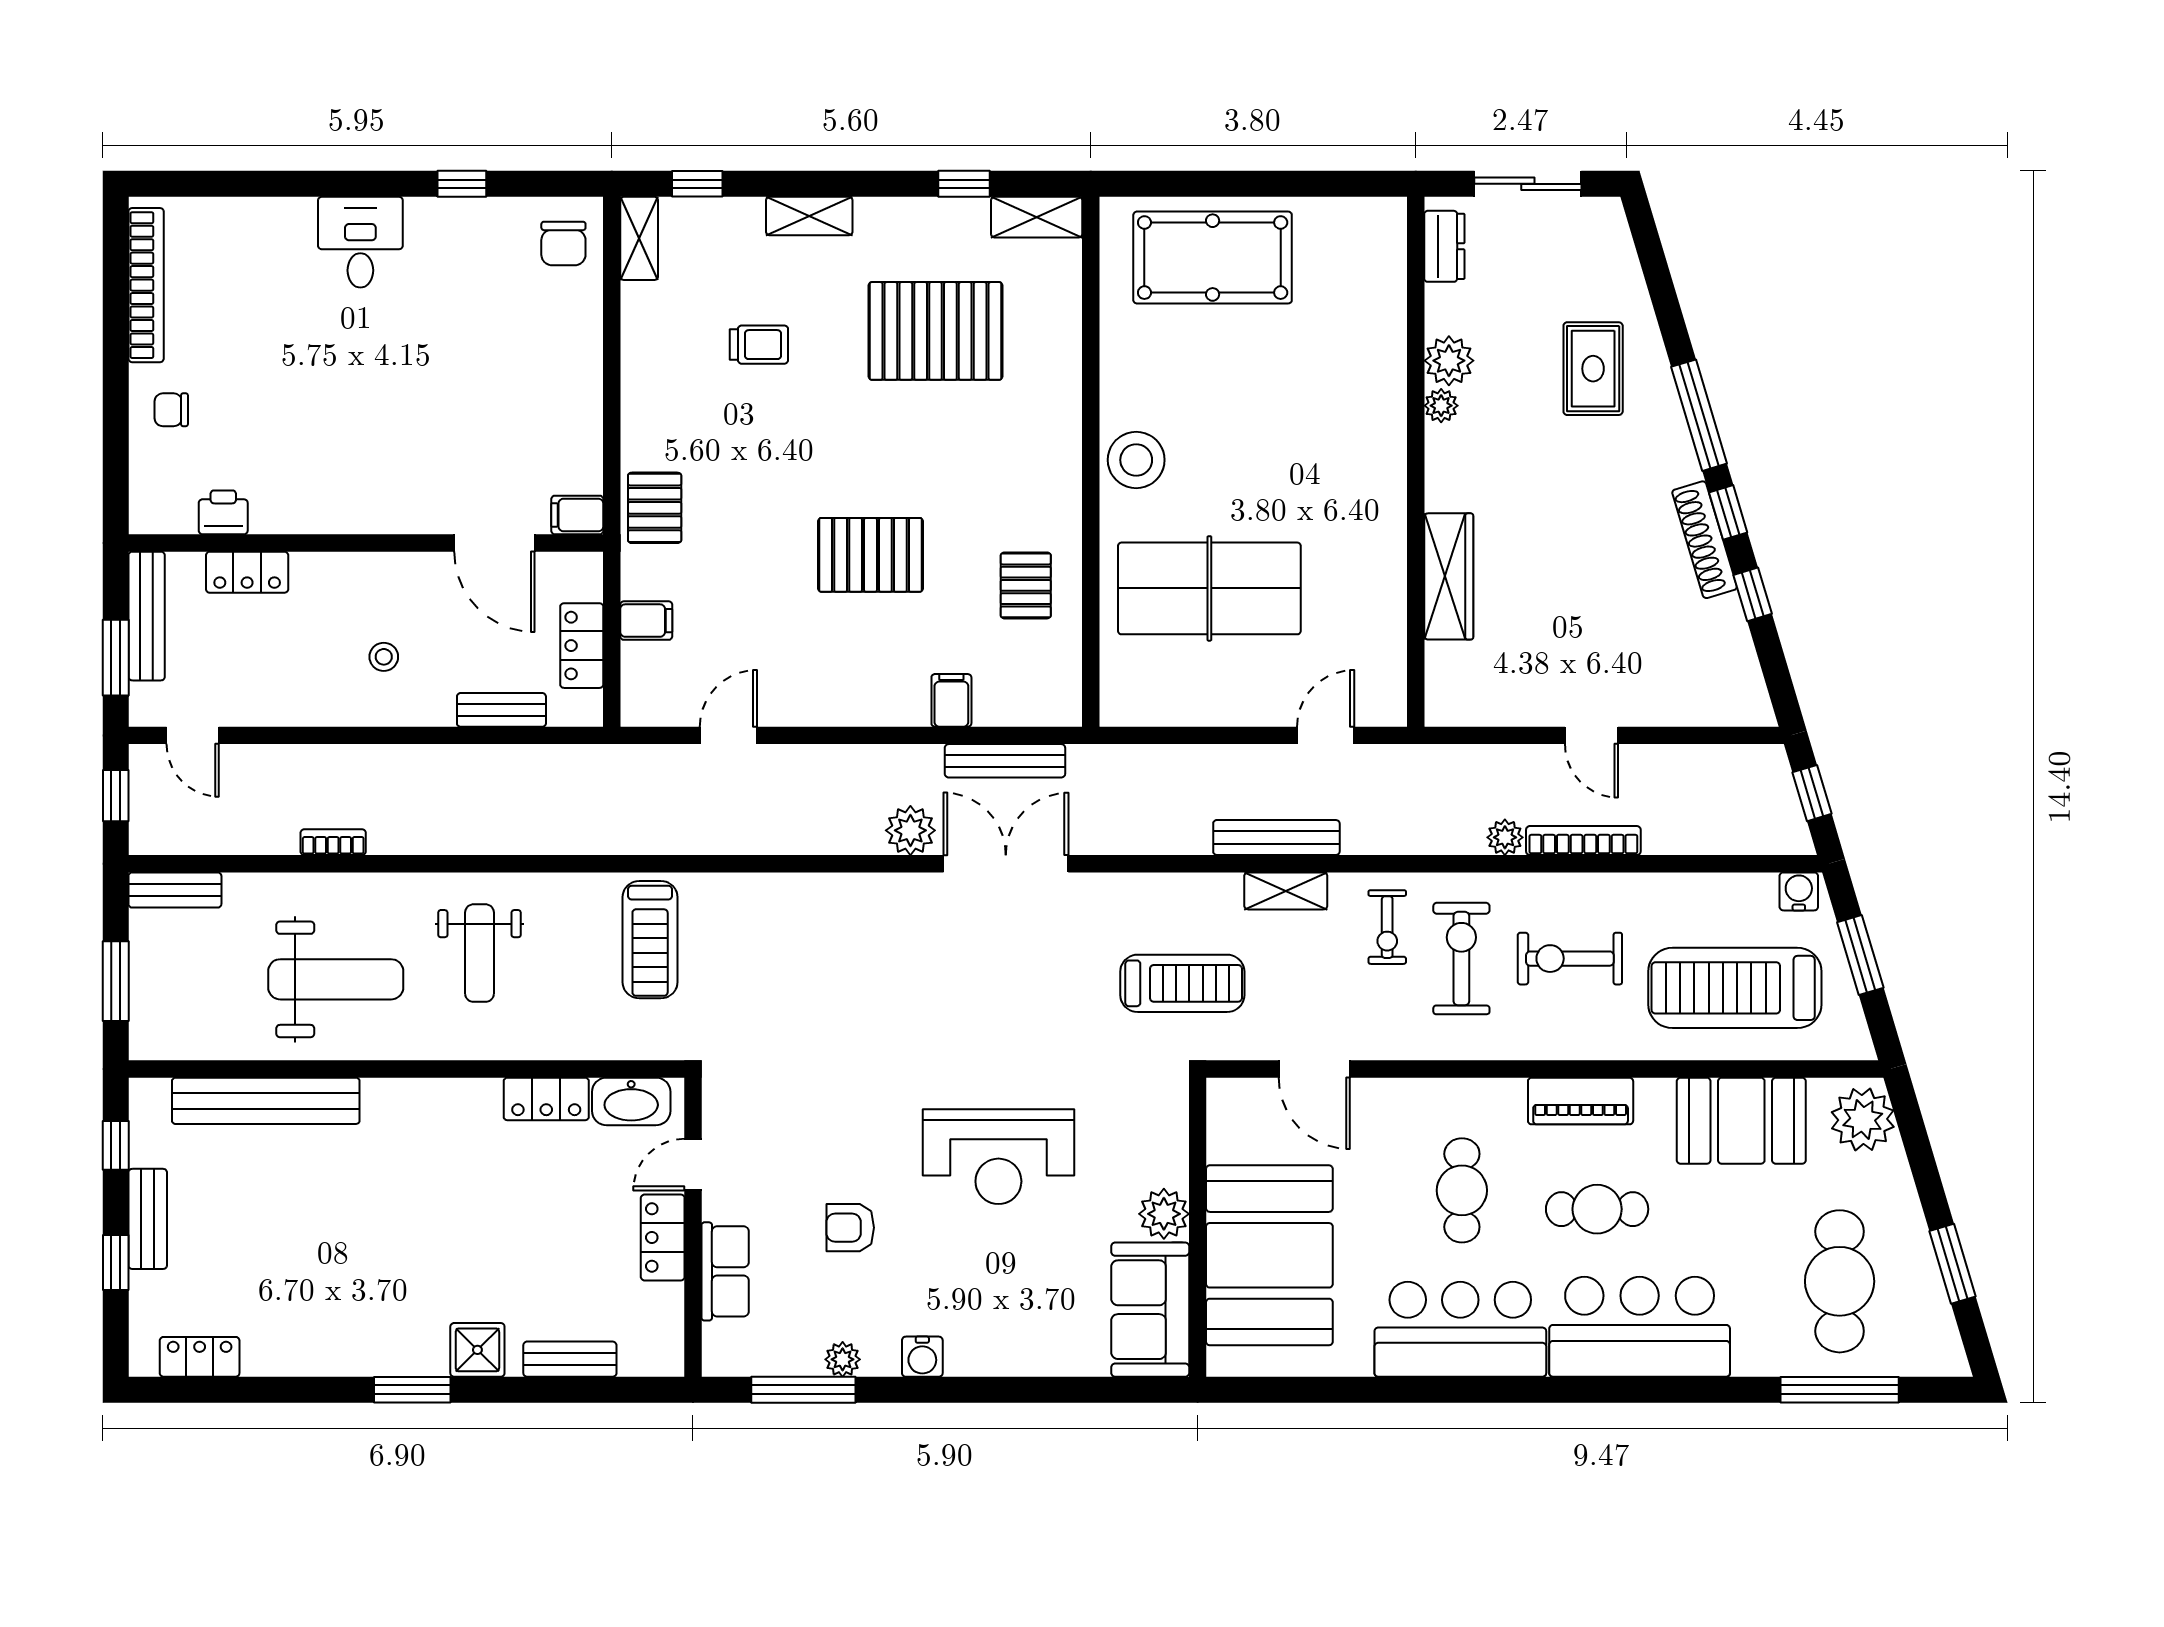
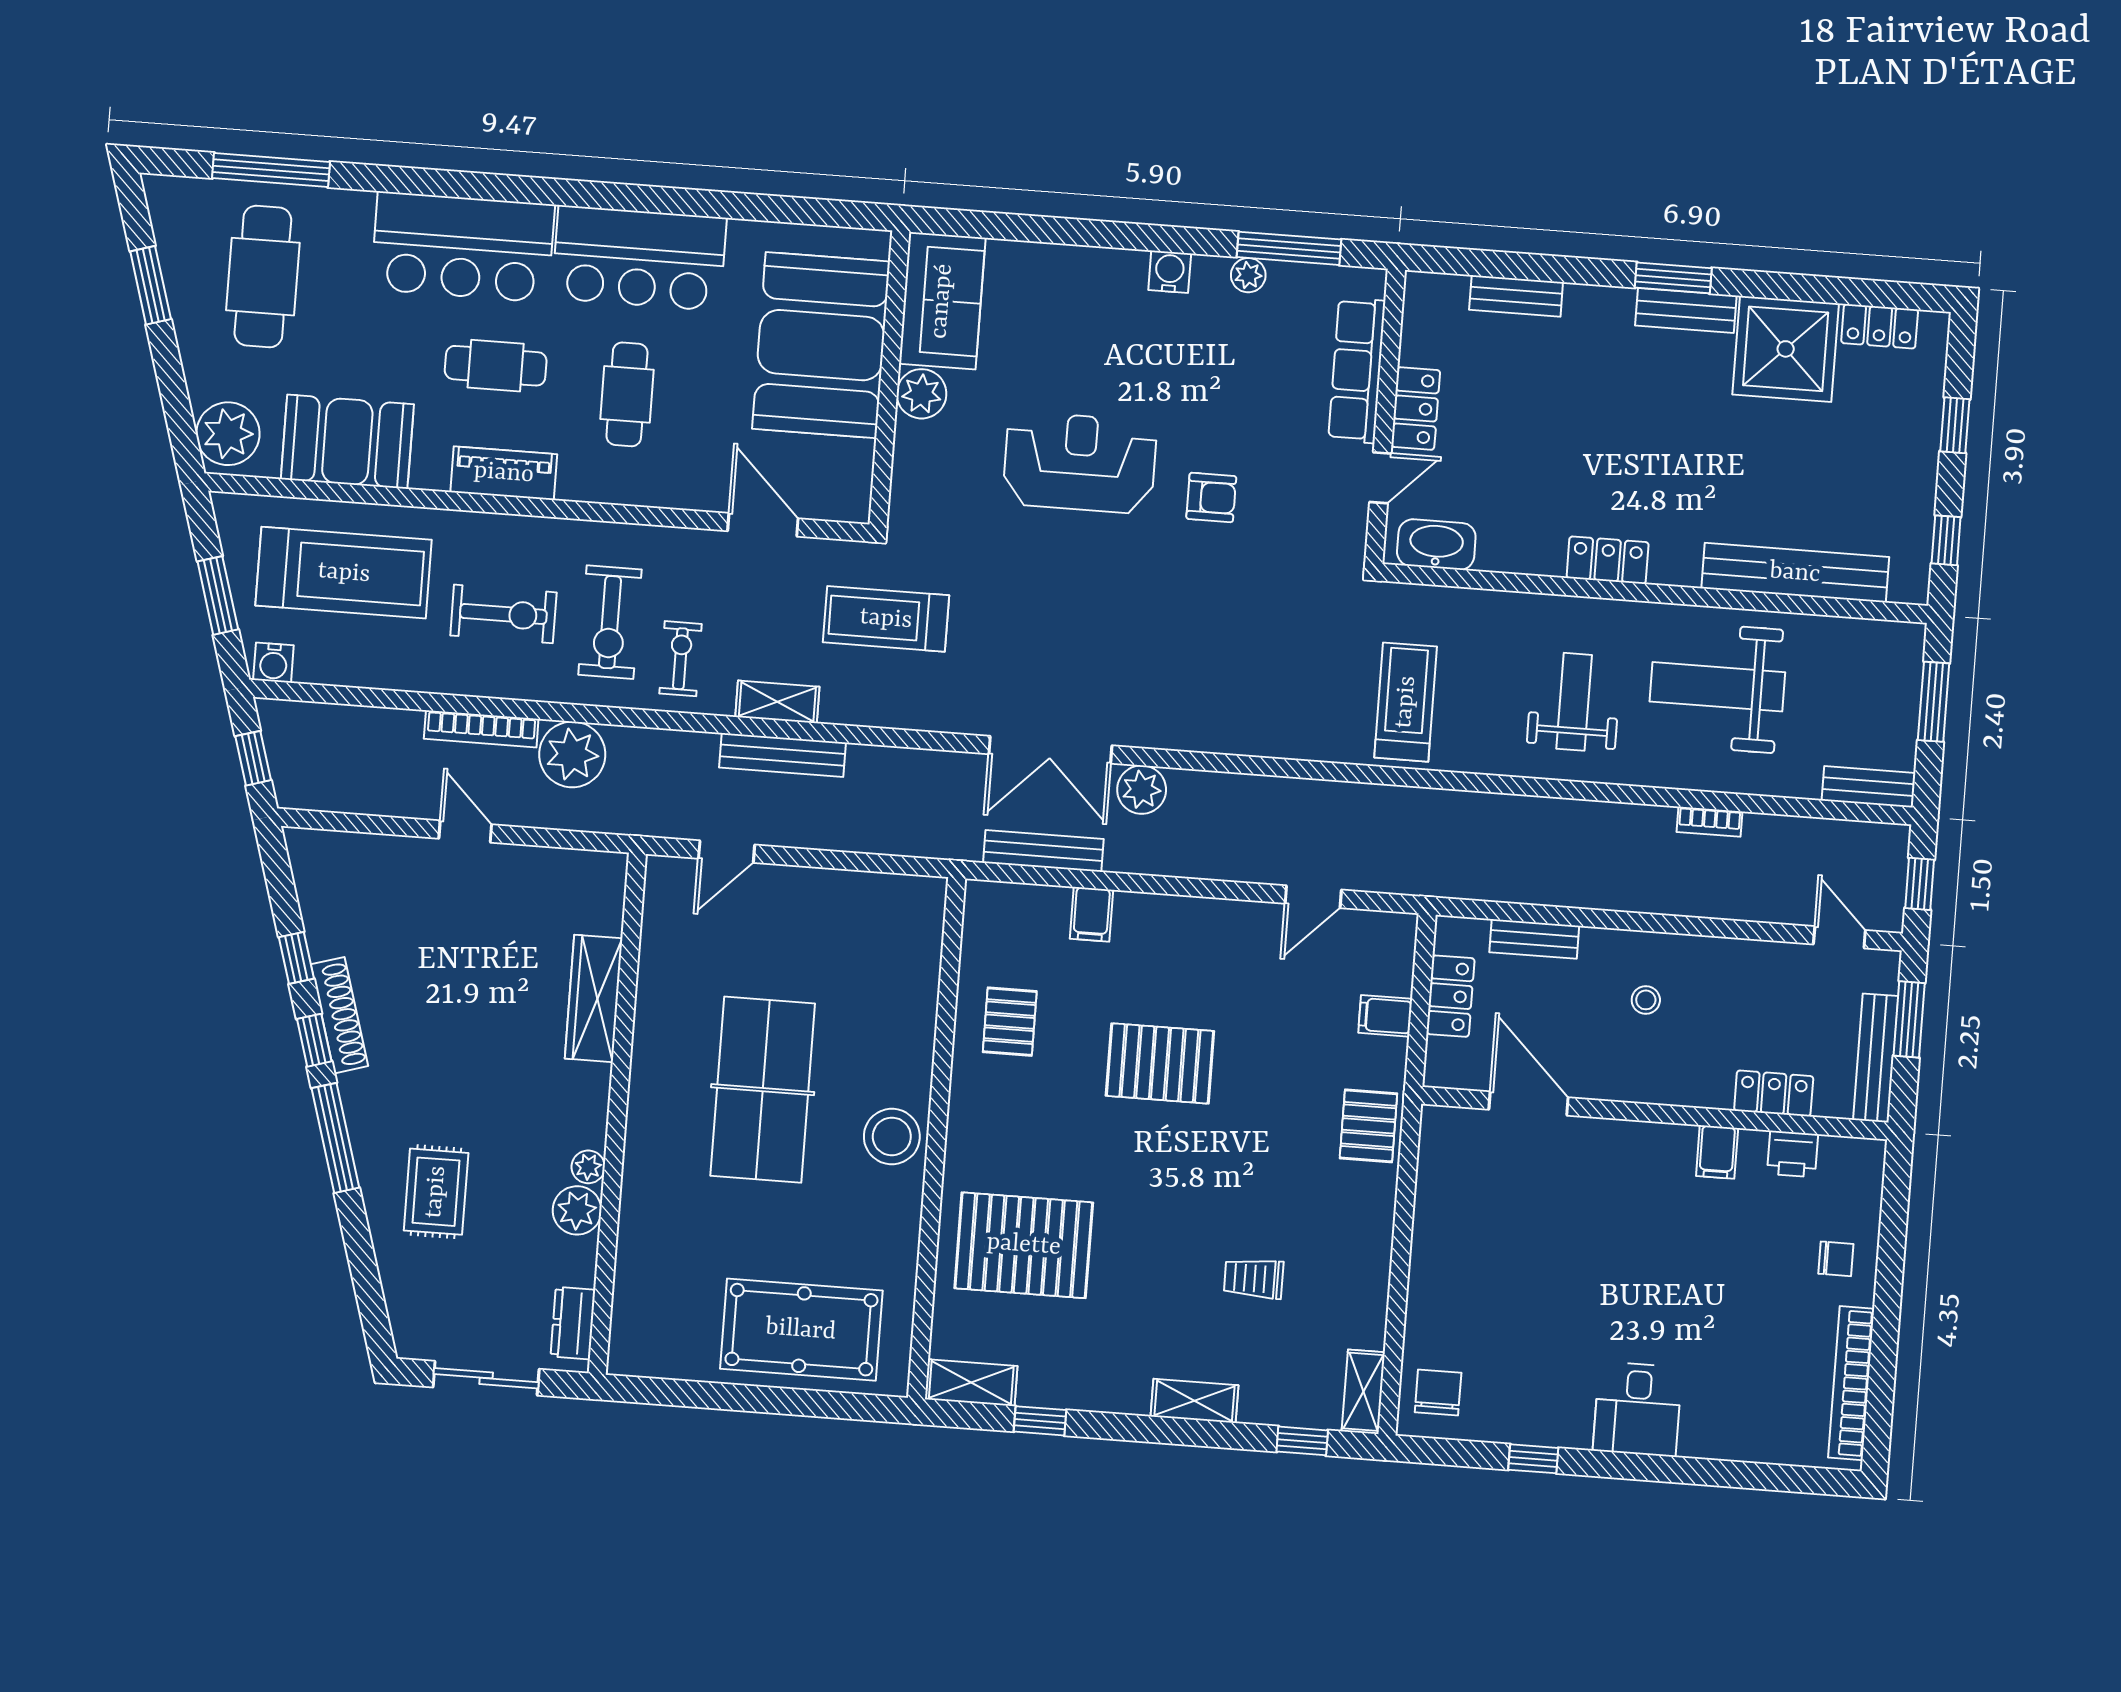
pallet: (936, 331) -> (1024, 1245), moved
filing cabinet: (577, 515) -> (1717, 1152), moved, turned 90
table tennis table: (1209, 588) -> (763, 1090), moved, turned 90
plant: (1505, 837) -> (572, 754), width x1.88, depth x1.88
locker: (546, 1099) -> (1608, 560), moved
bench: (148, 1219) -> (1686, 310), moved, turned 90
armchair: (850, 1228) -> (1211, 497), moved
row of seats: (725, 1271) -> (1357, 370), width x1.48
shower: (477, 1350) -> (1786, 349), moved, width x1.86, depth x1.86

